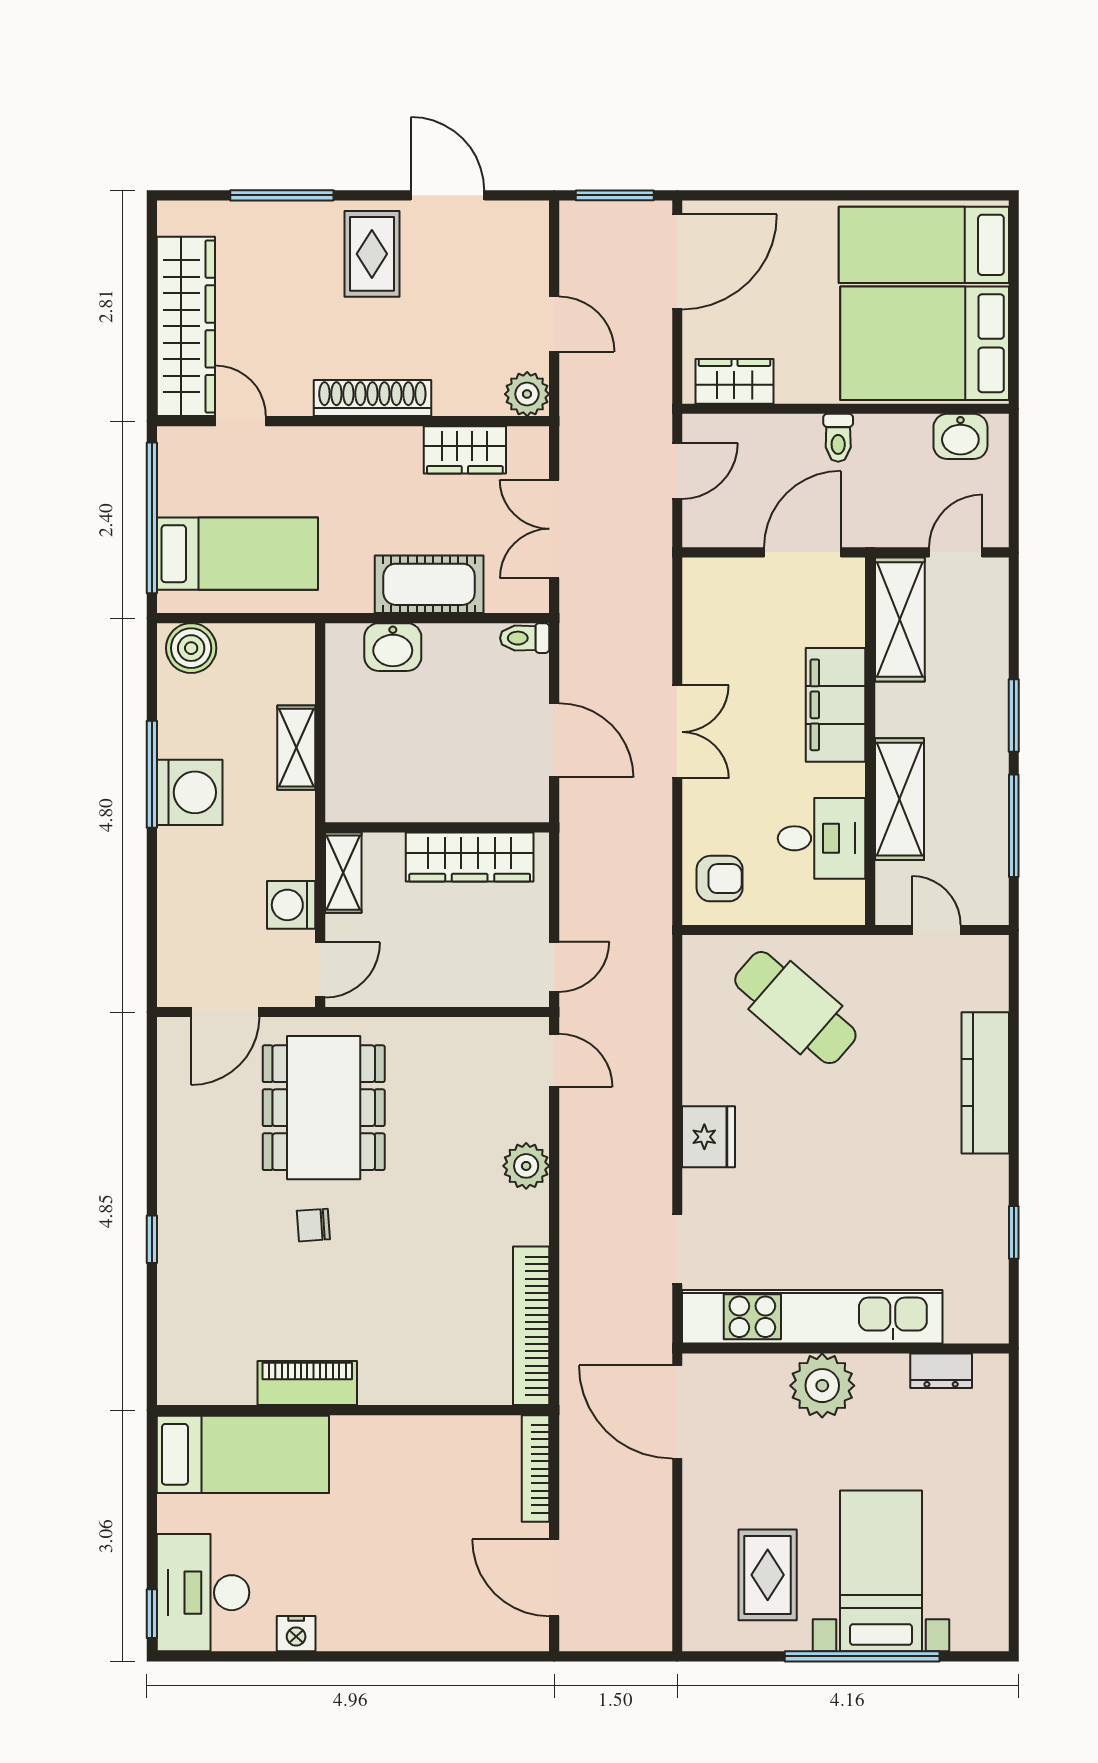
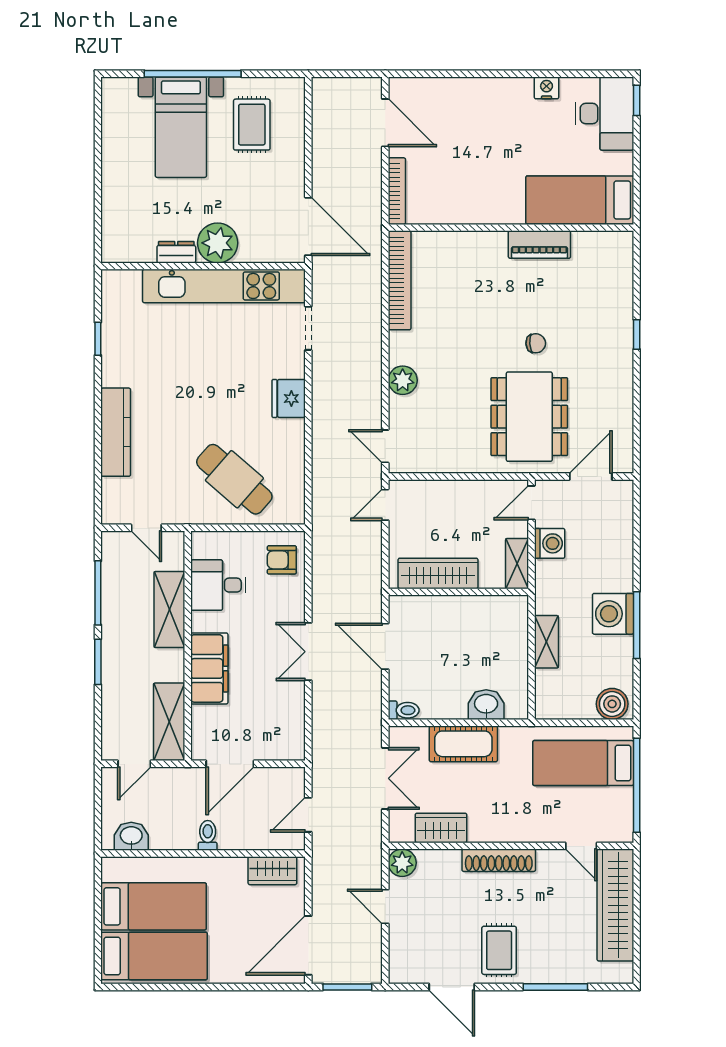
bed: (925, 343) -> (154, 906), width x0.67
dresser: (941, 1371) -> (176, 252), moved

